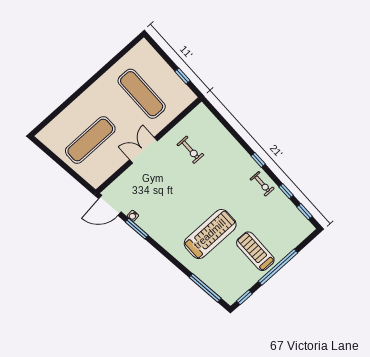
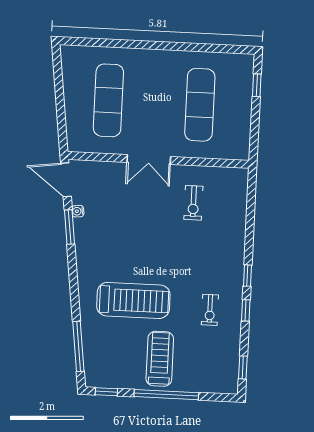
window: (182, 76) -> (257, 85), moved
exercise mat: (90, 140) -> (108, 100), turned 90
double door: (143, 150) -> (149, 159), swing flipped
exercise bike: (262, 184) -> (210, 310), moved
window: (286, 191) -> (246, 310), moved

